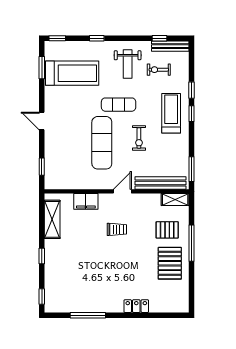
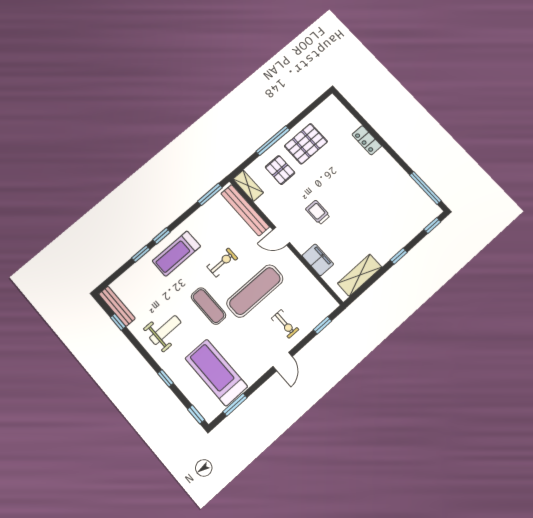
exercise bike: (159, 70) -> (285, 324), moved
window: (88, 315) -> (425, 188), moved

